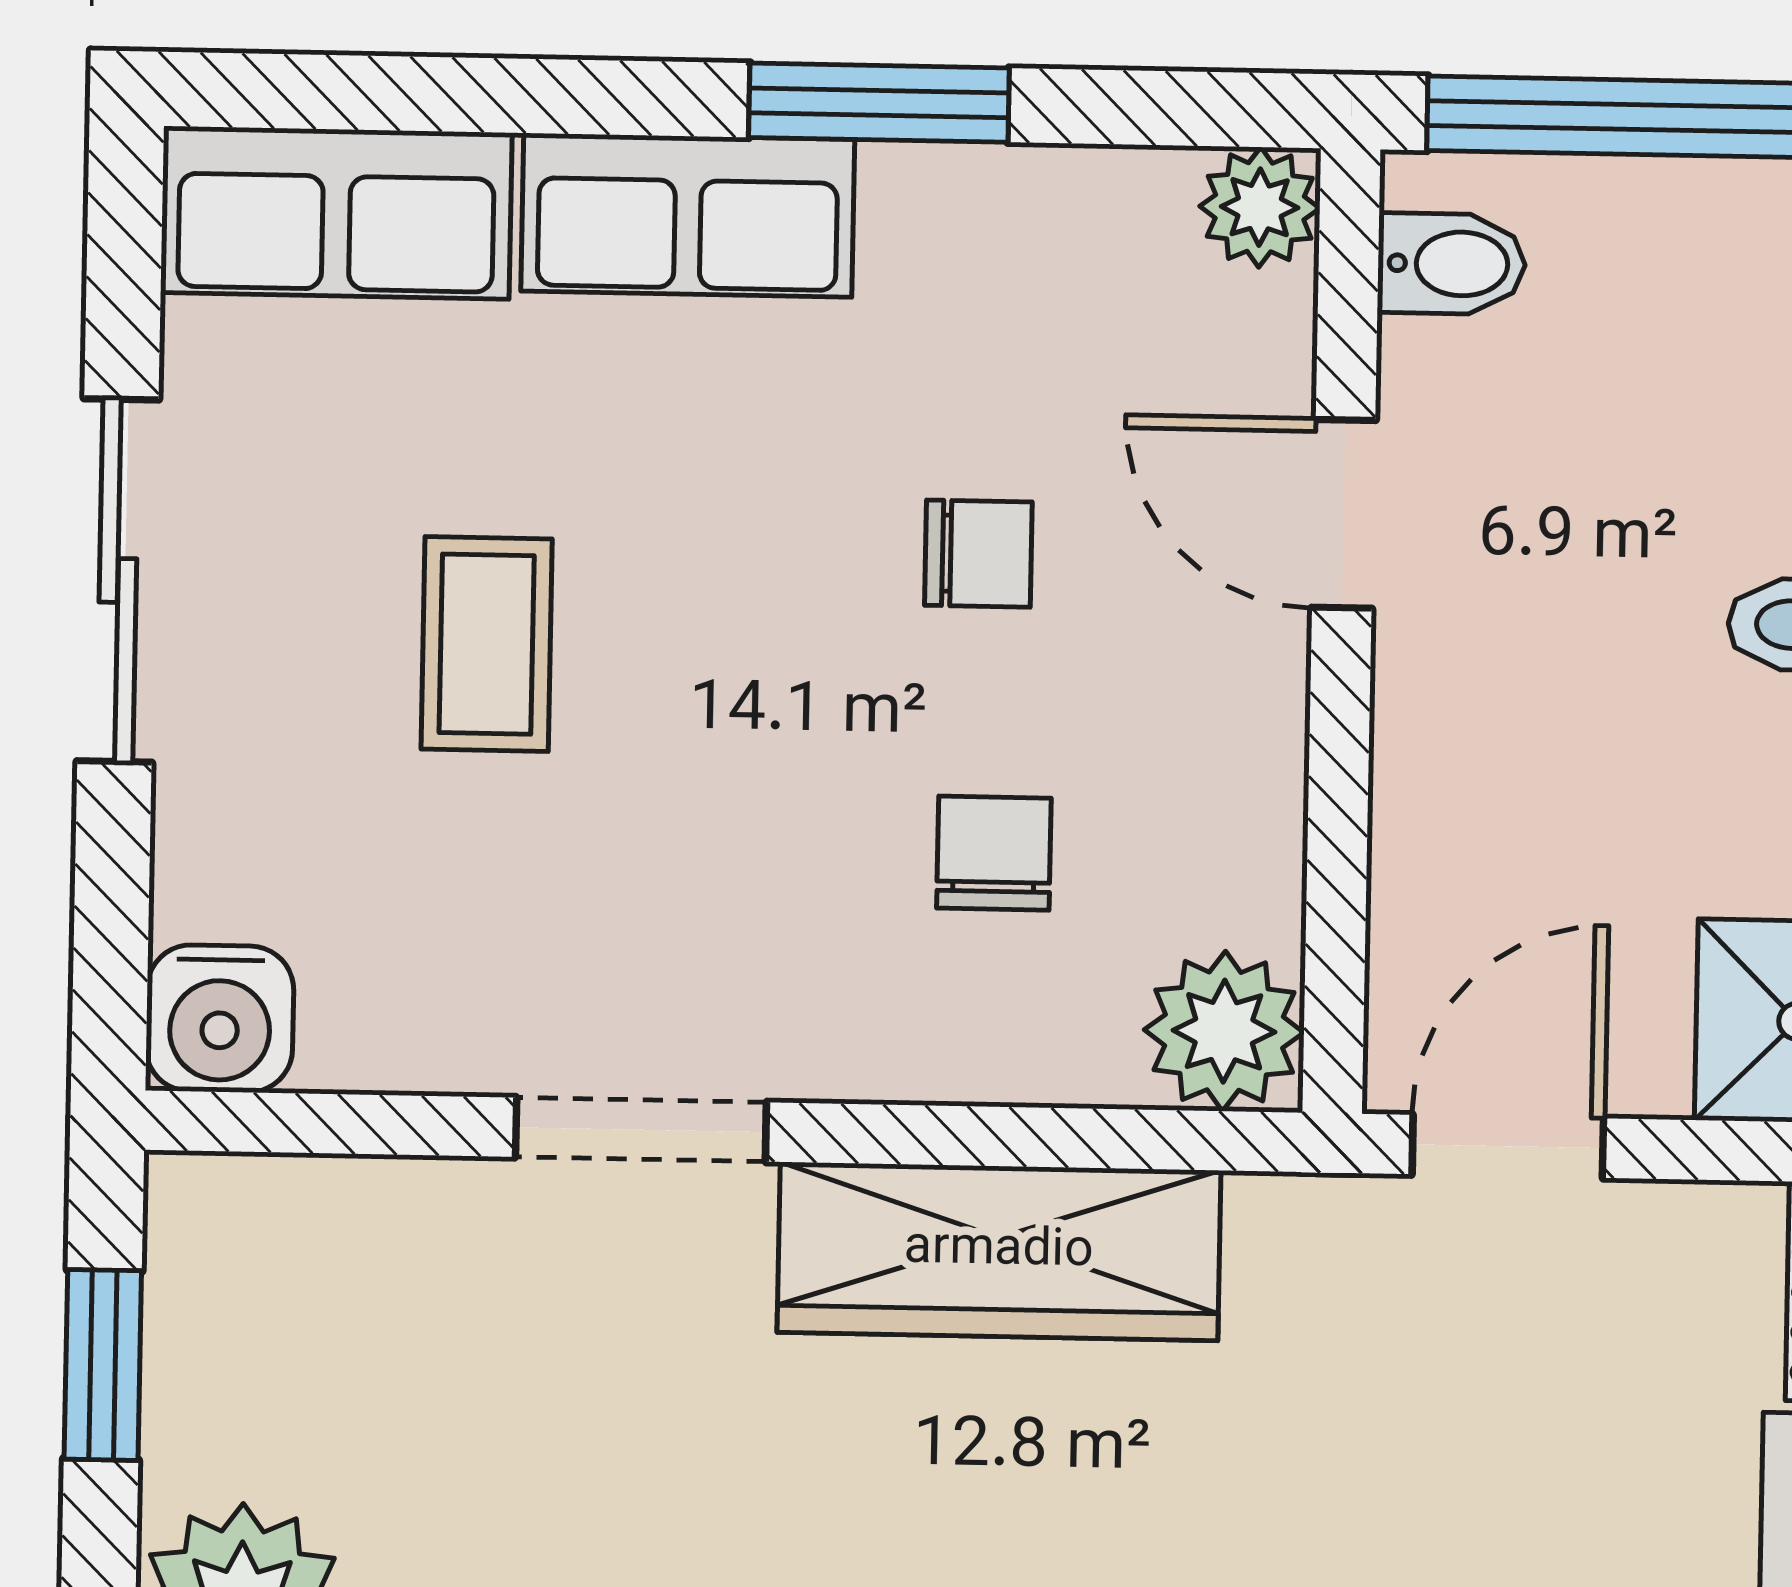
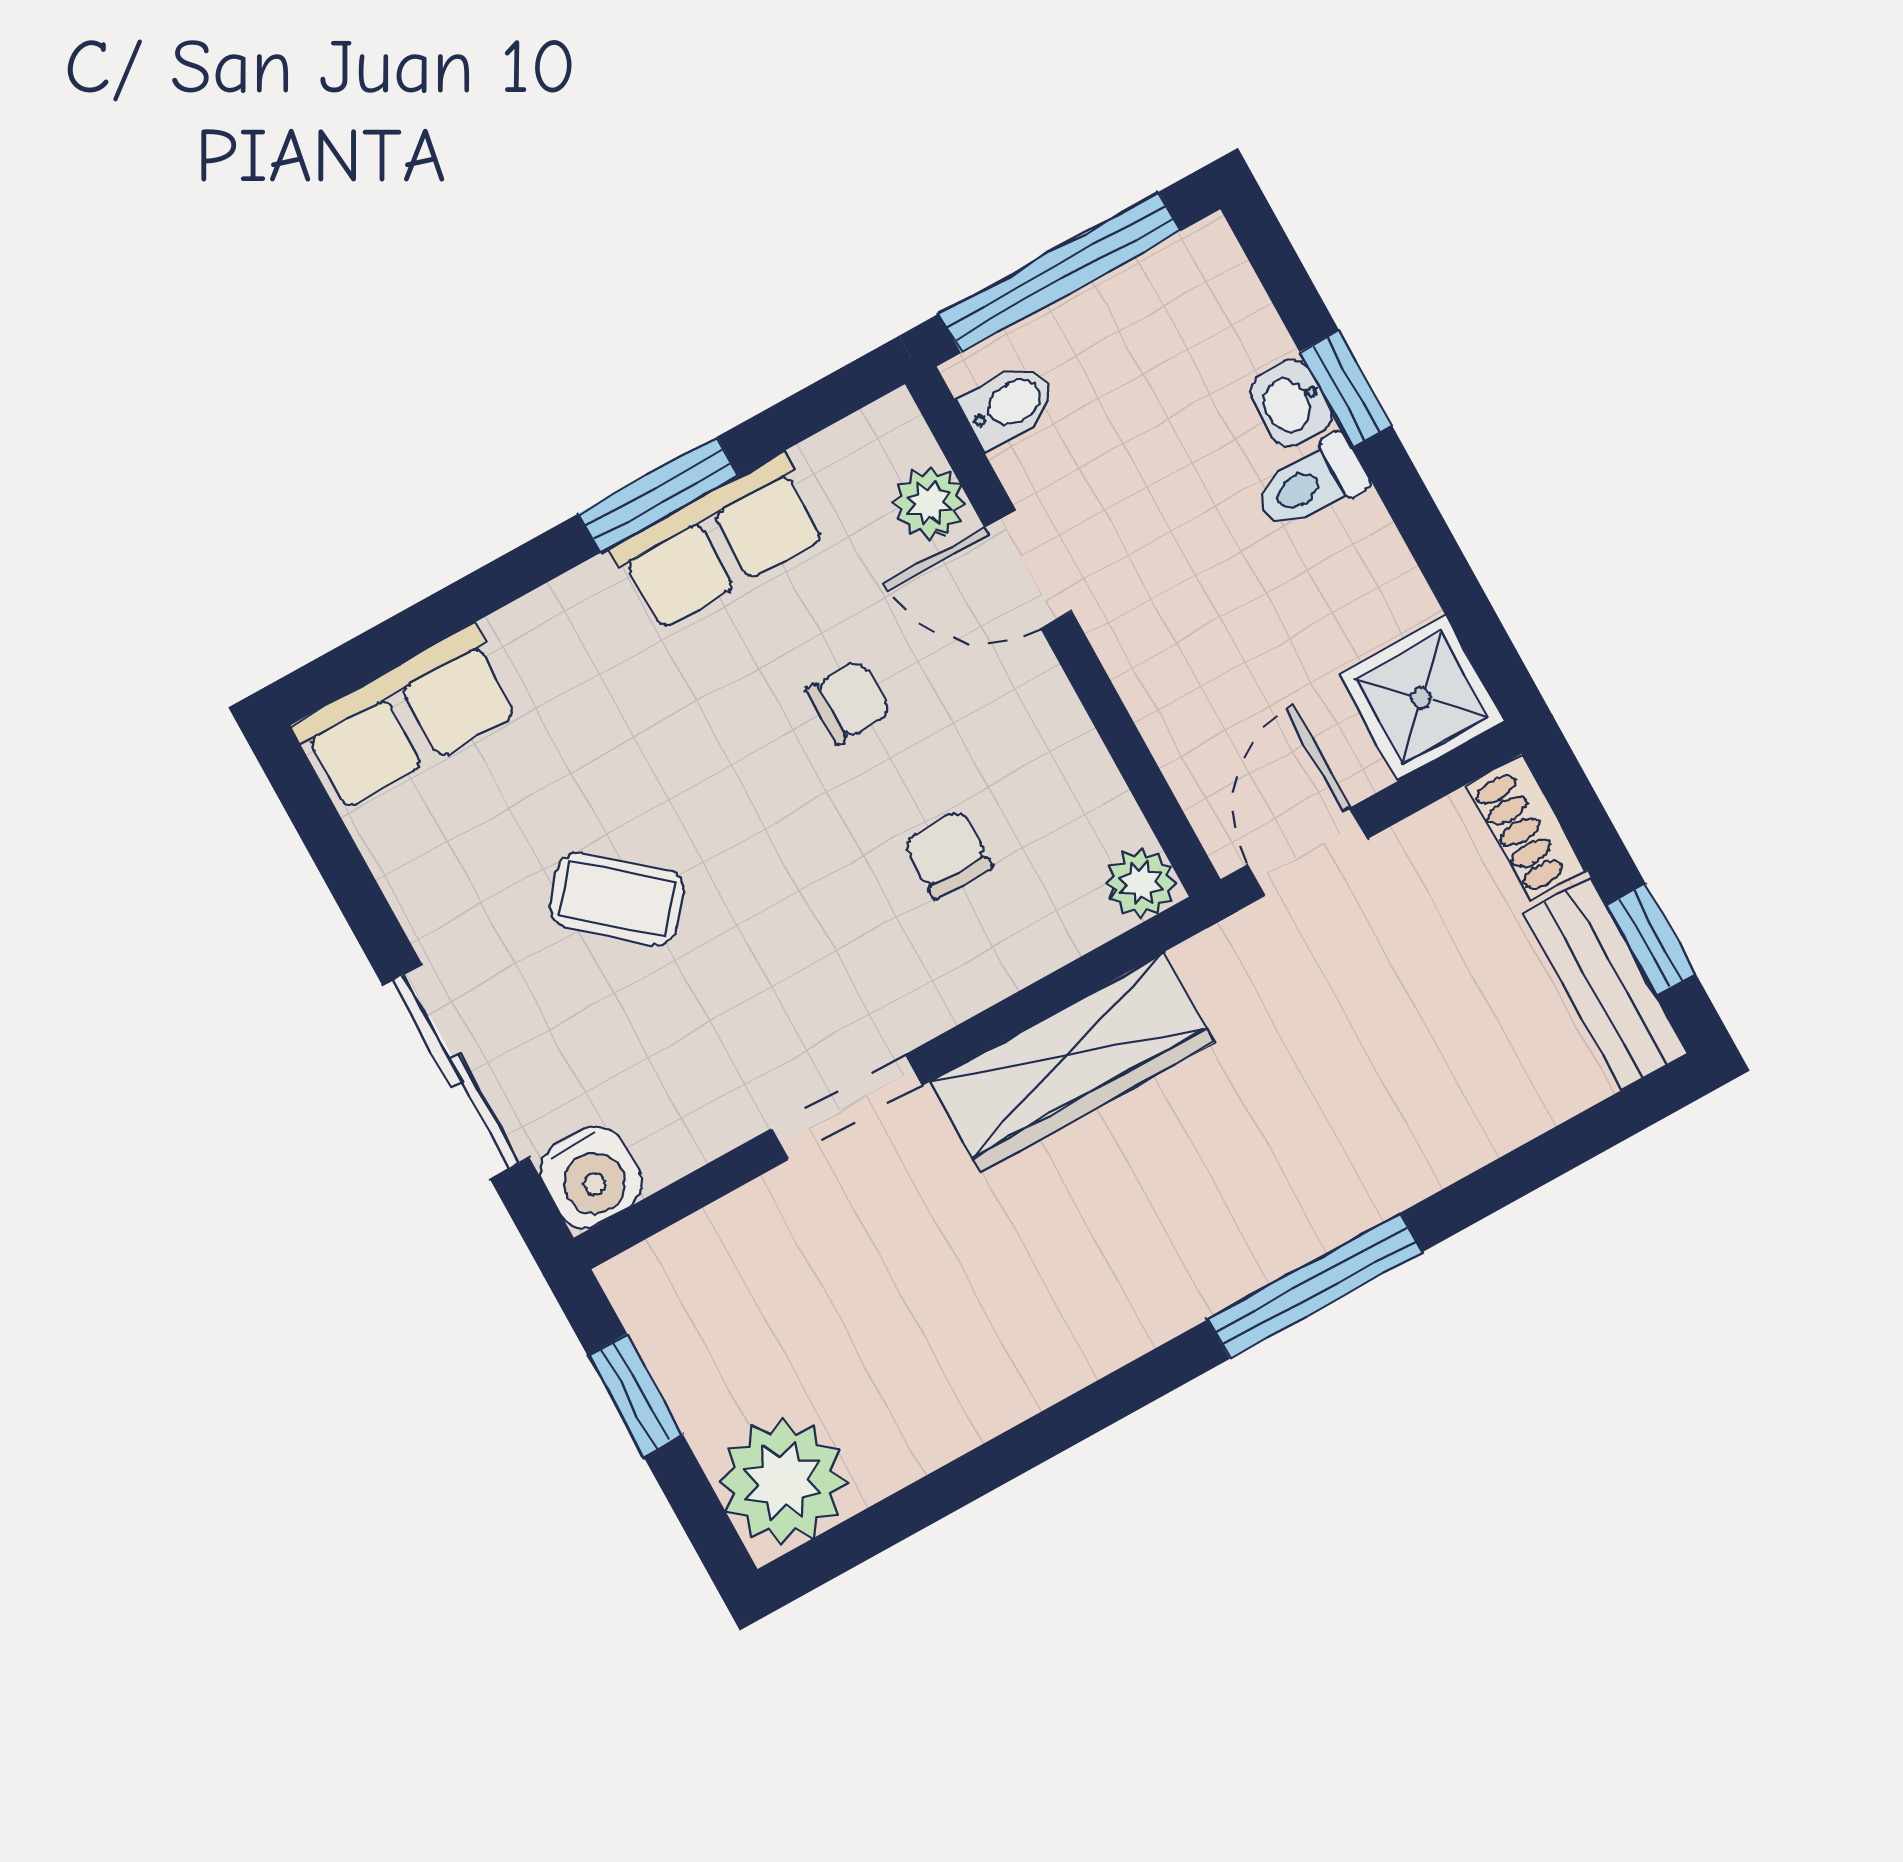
plant: (1260, 207) -> (929, 503), moved
row of seats: (688, 215) -> (719, 542), moved
sliding door: (118, 580) -> (456, 1071), moved
coffee table: (487, 644) -> (617, 899), turned -50
plant: (1224, 1031) -> (1141, 883), width x0.73, depth x0.73

